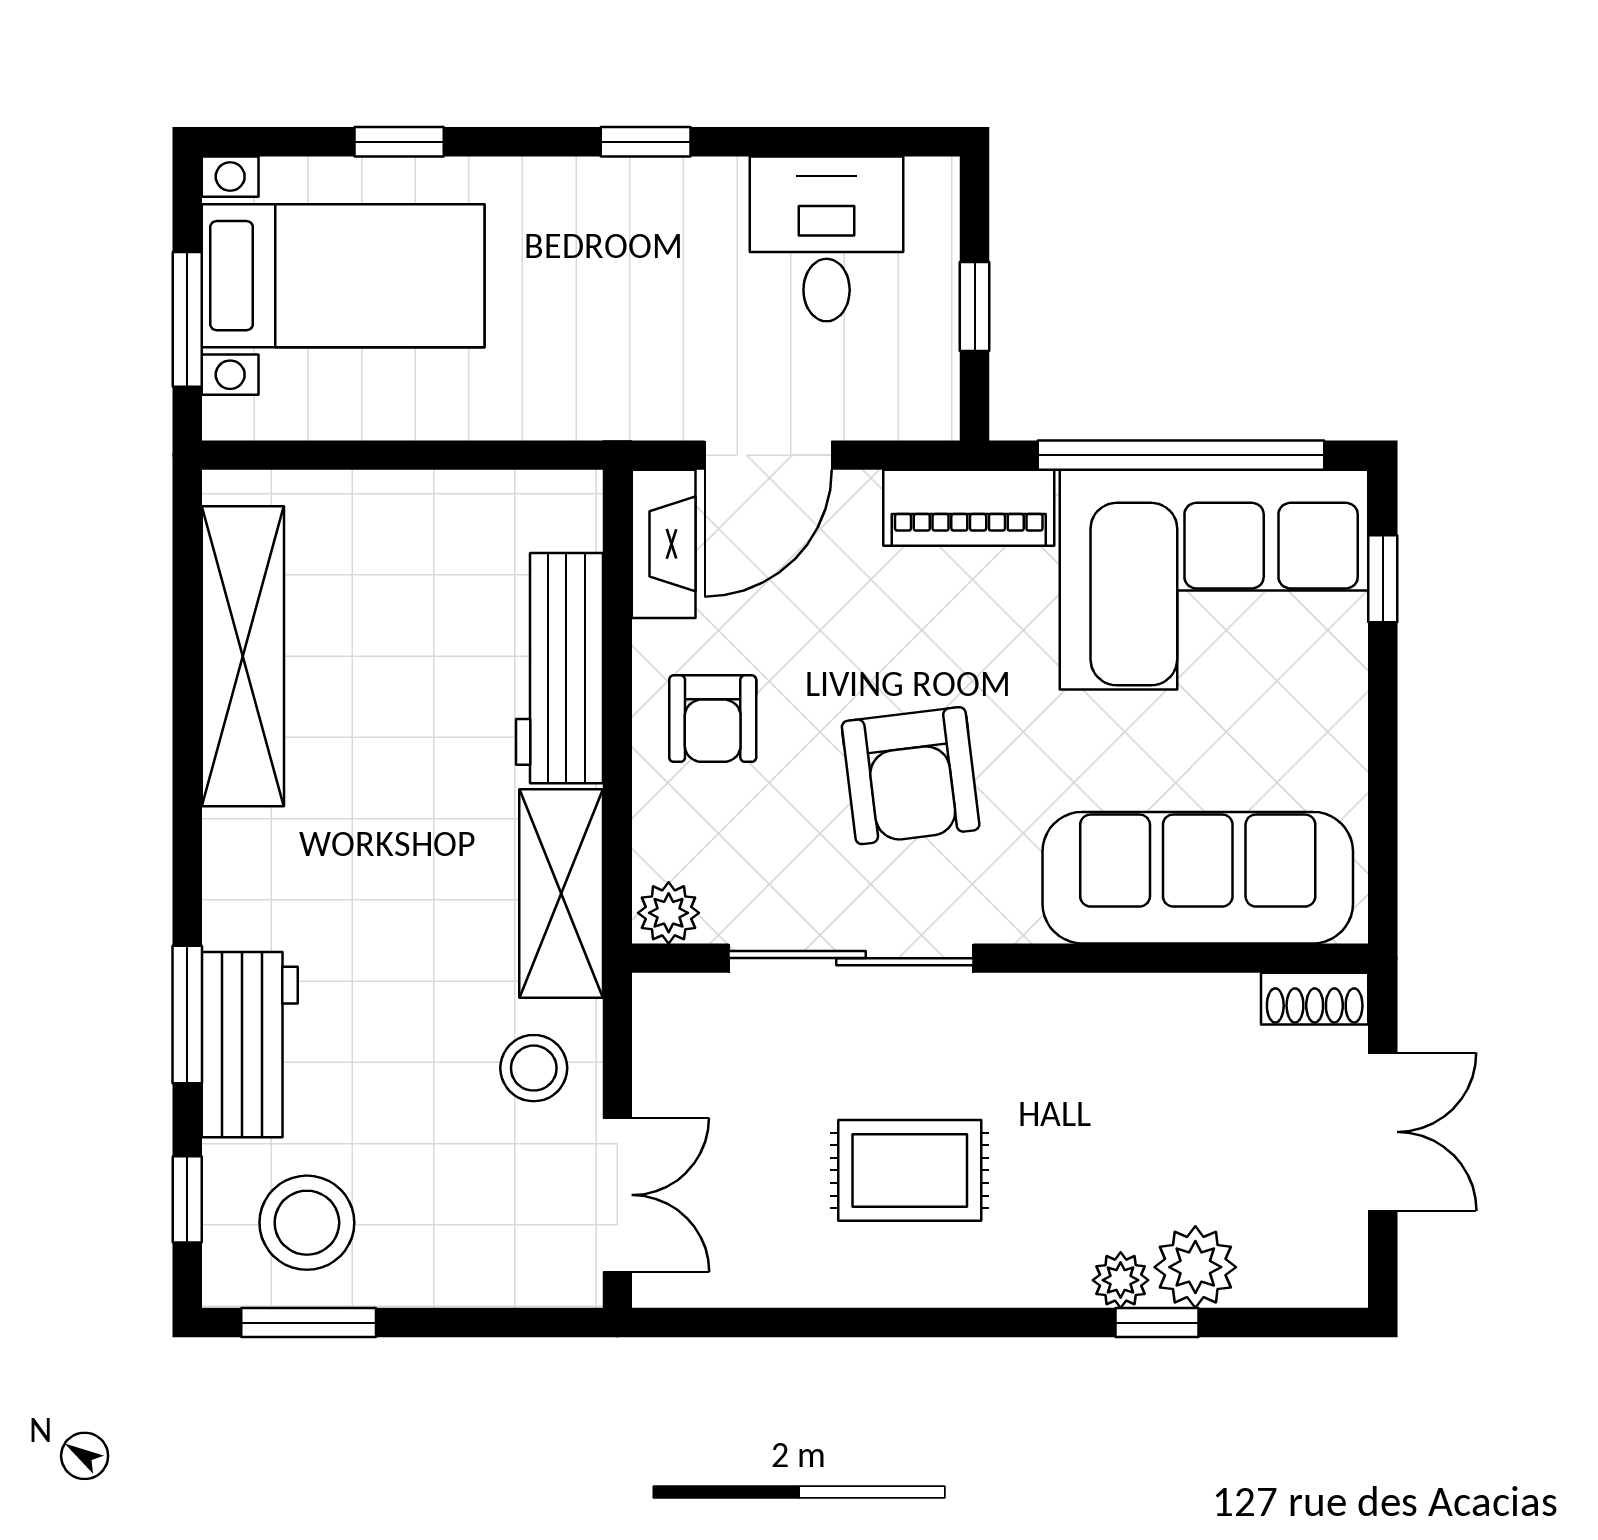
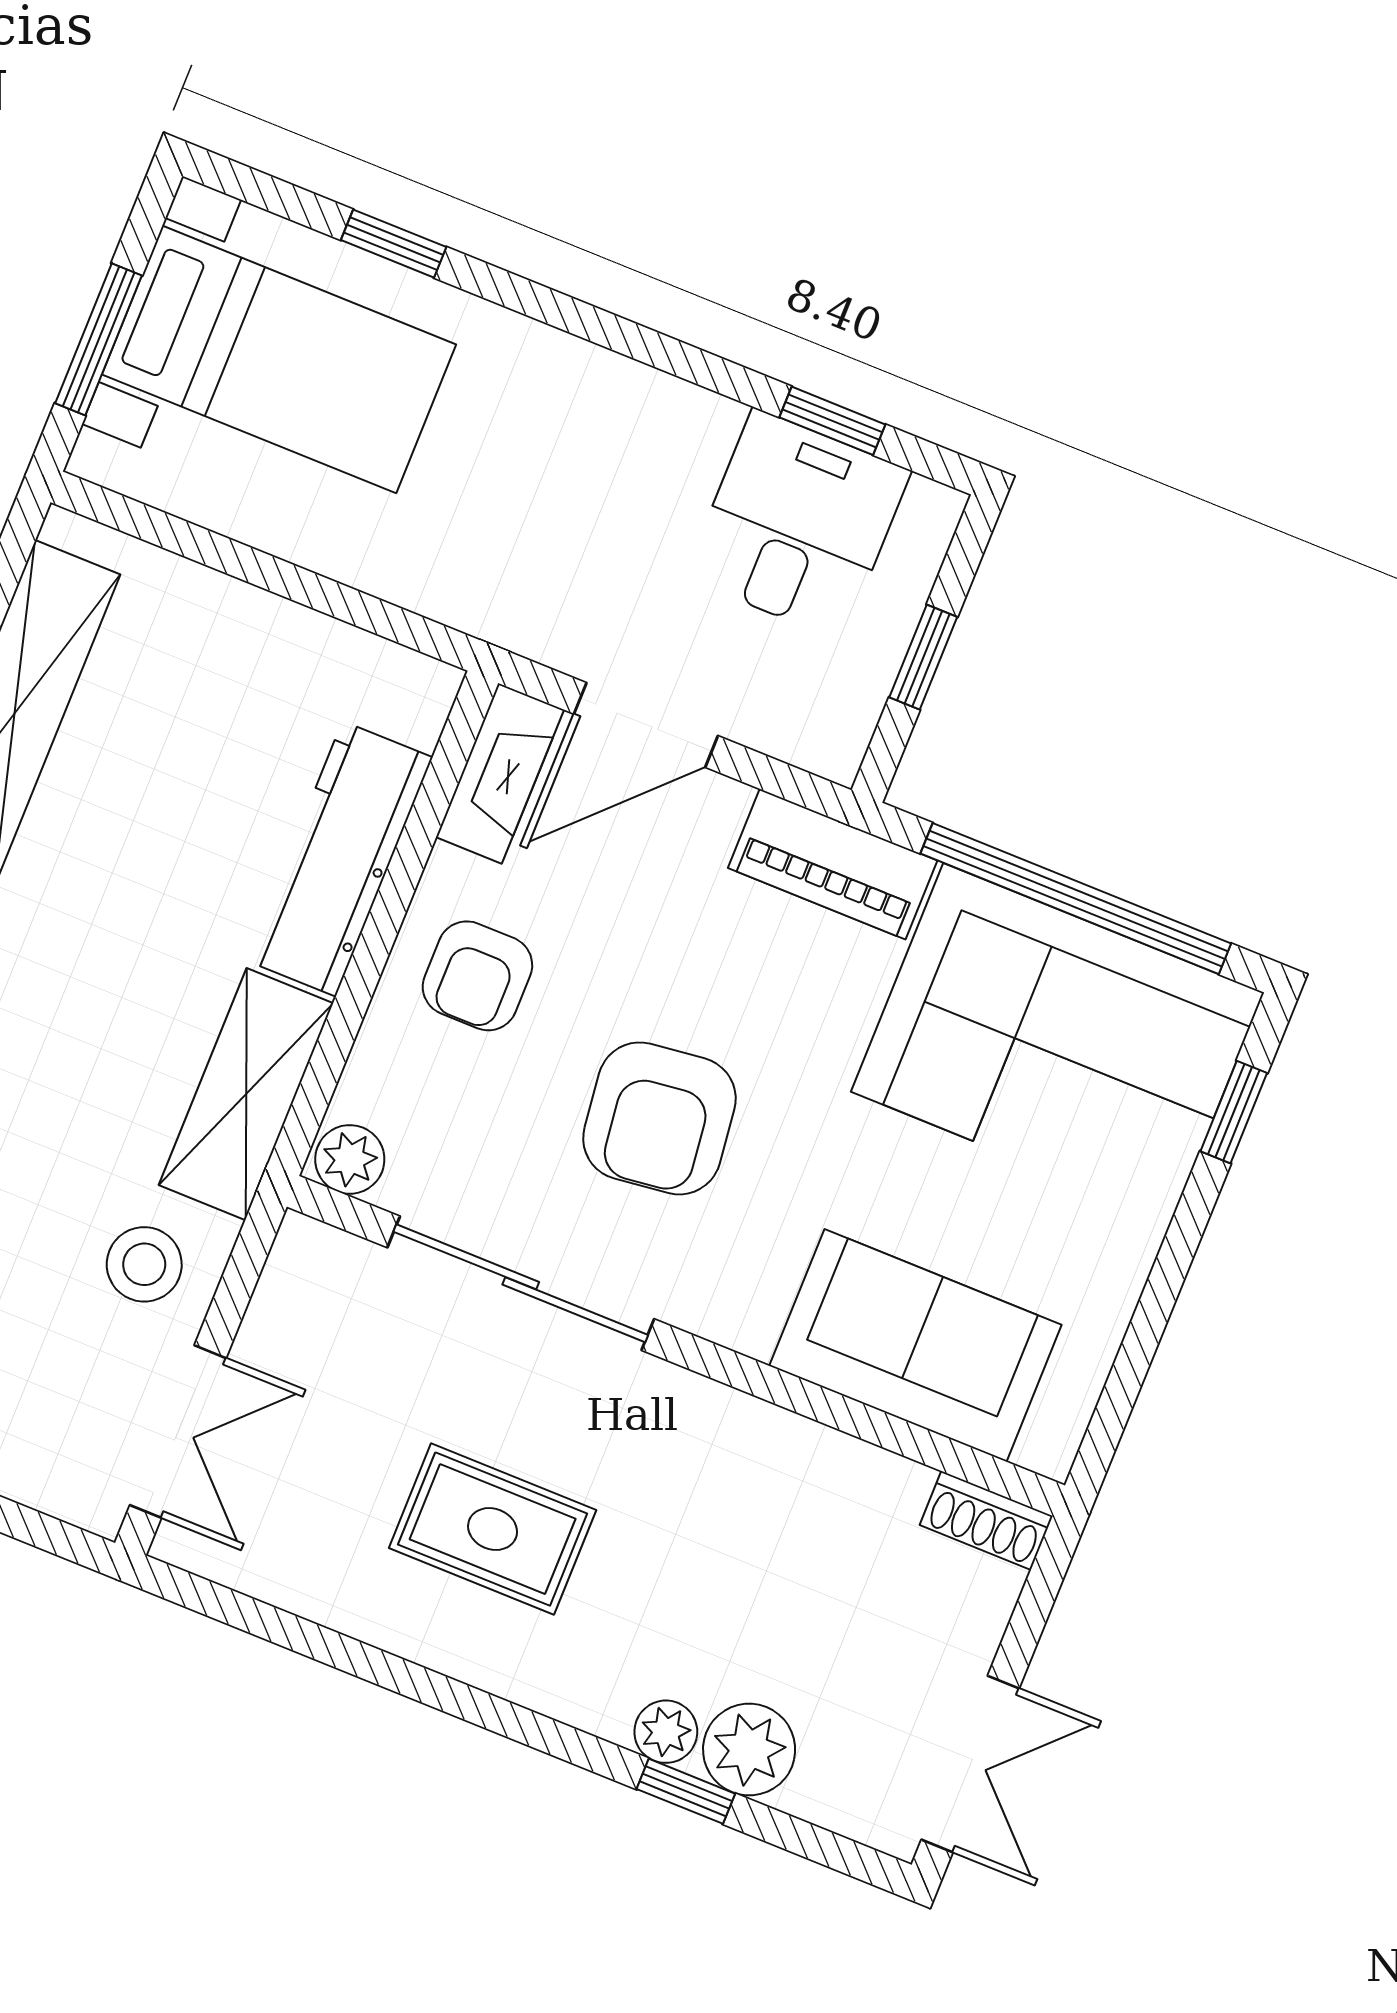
window: (646, 142) -> (832, 421), moved
sofa: (1198, 878) -> (915, 1345), width x0.73
double door: (1383, 1132) -> (970, 1764), moved

